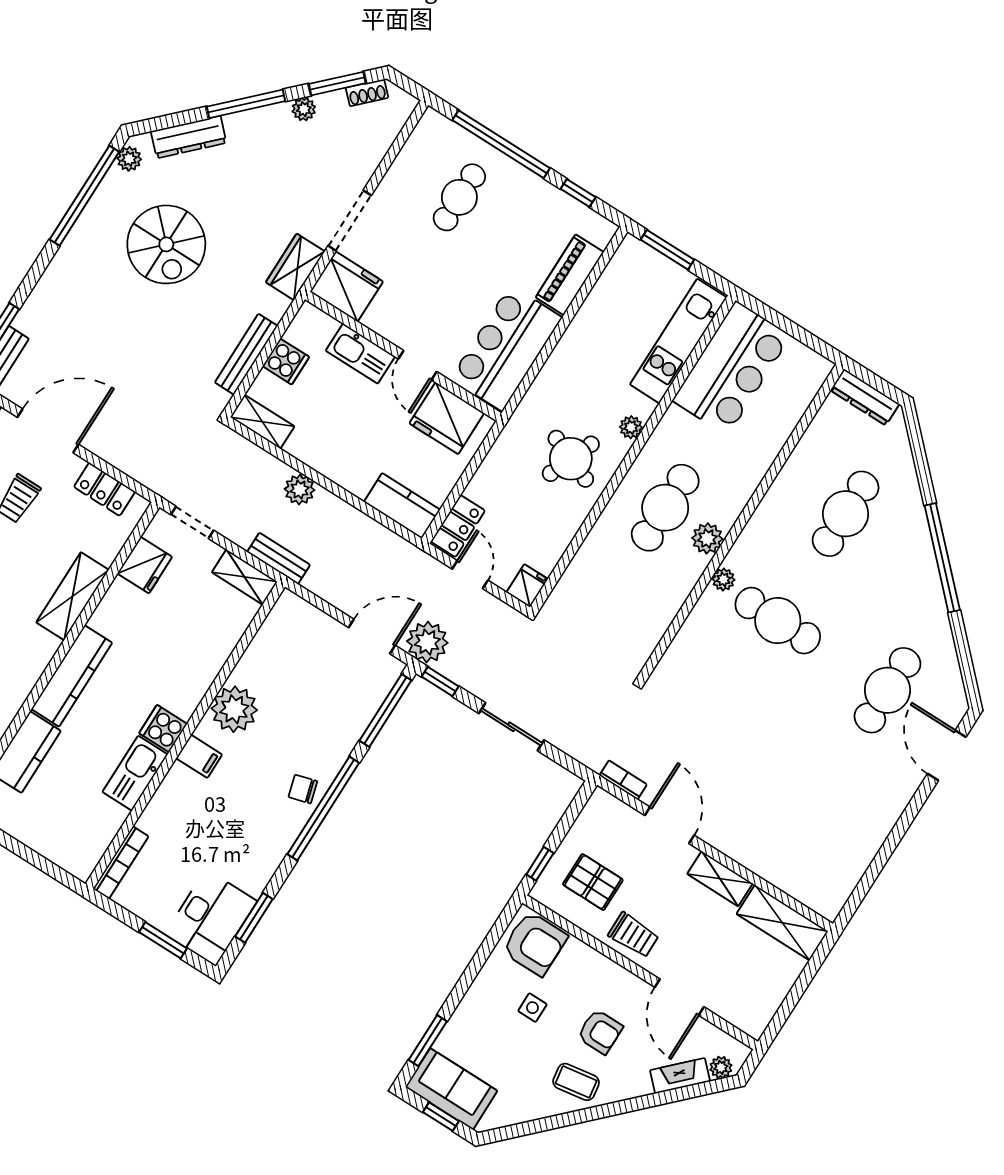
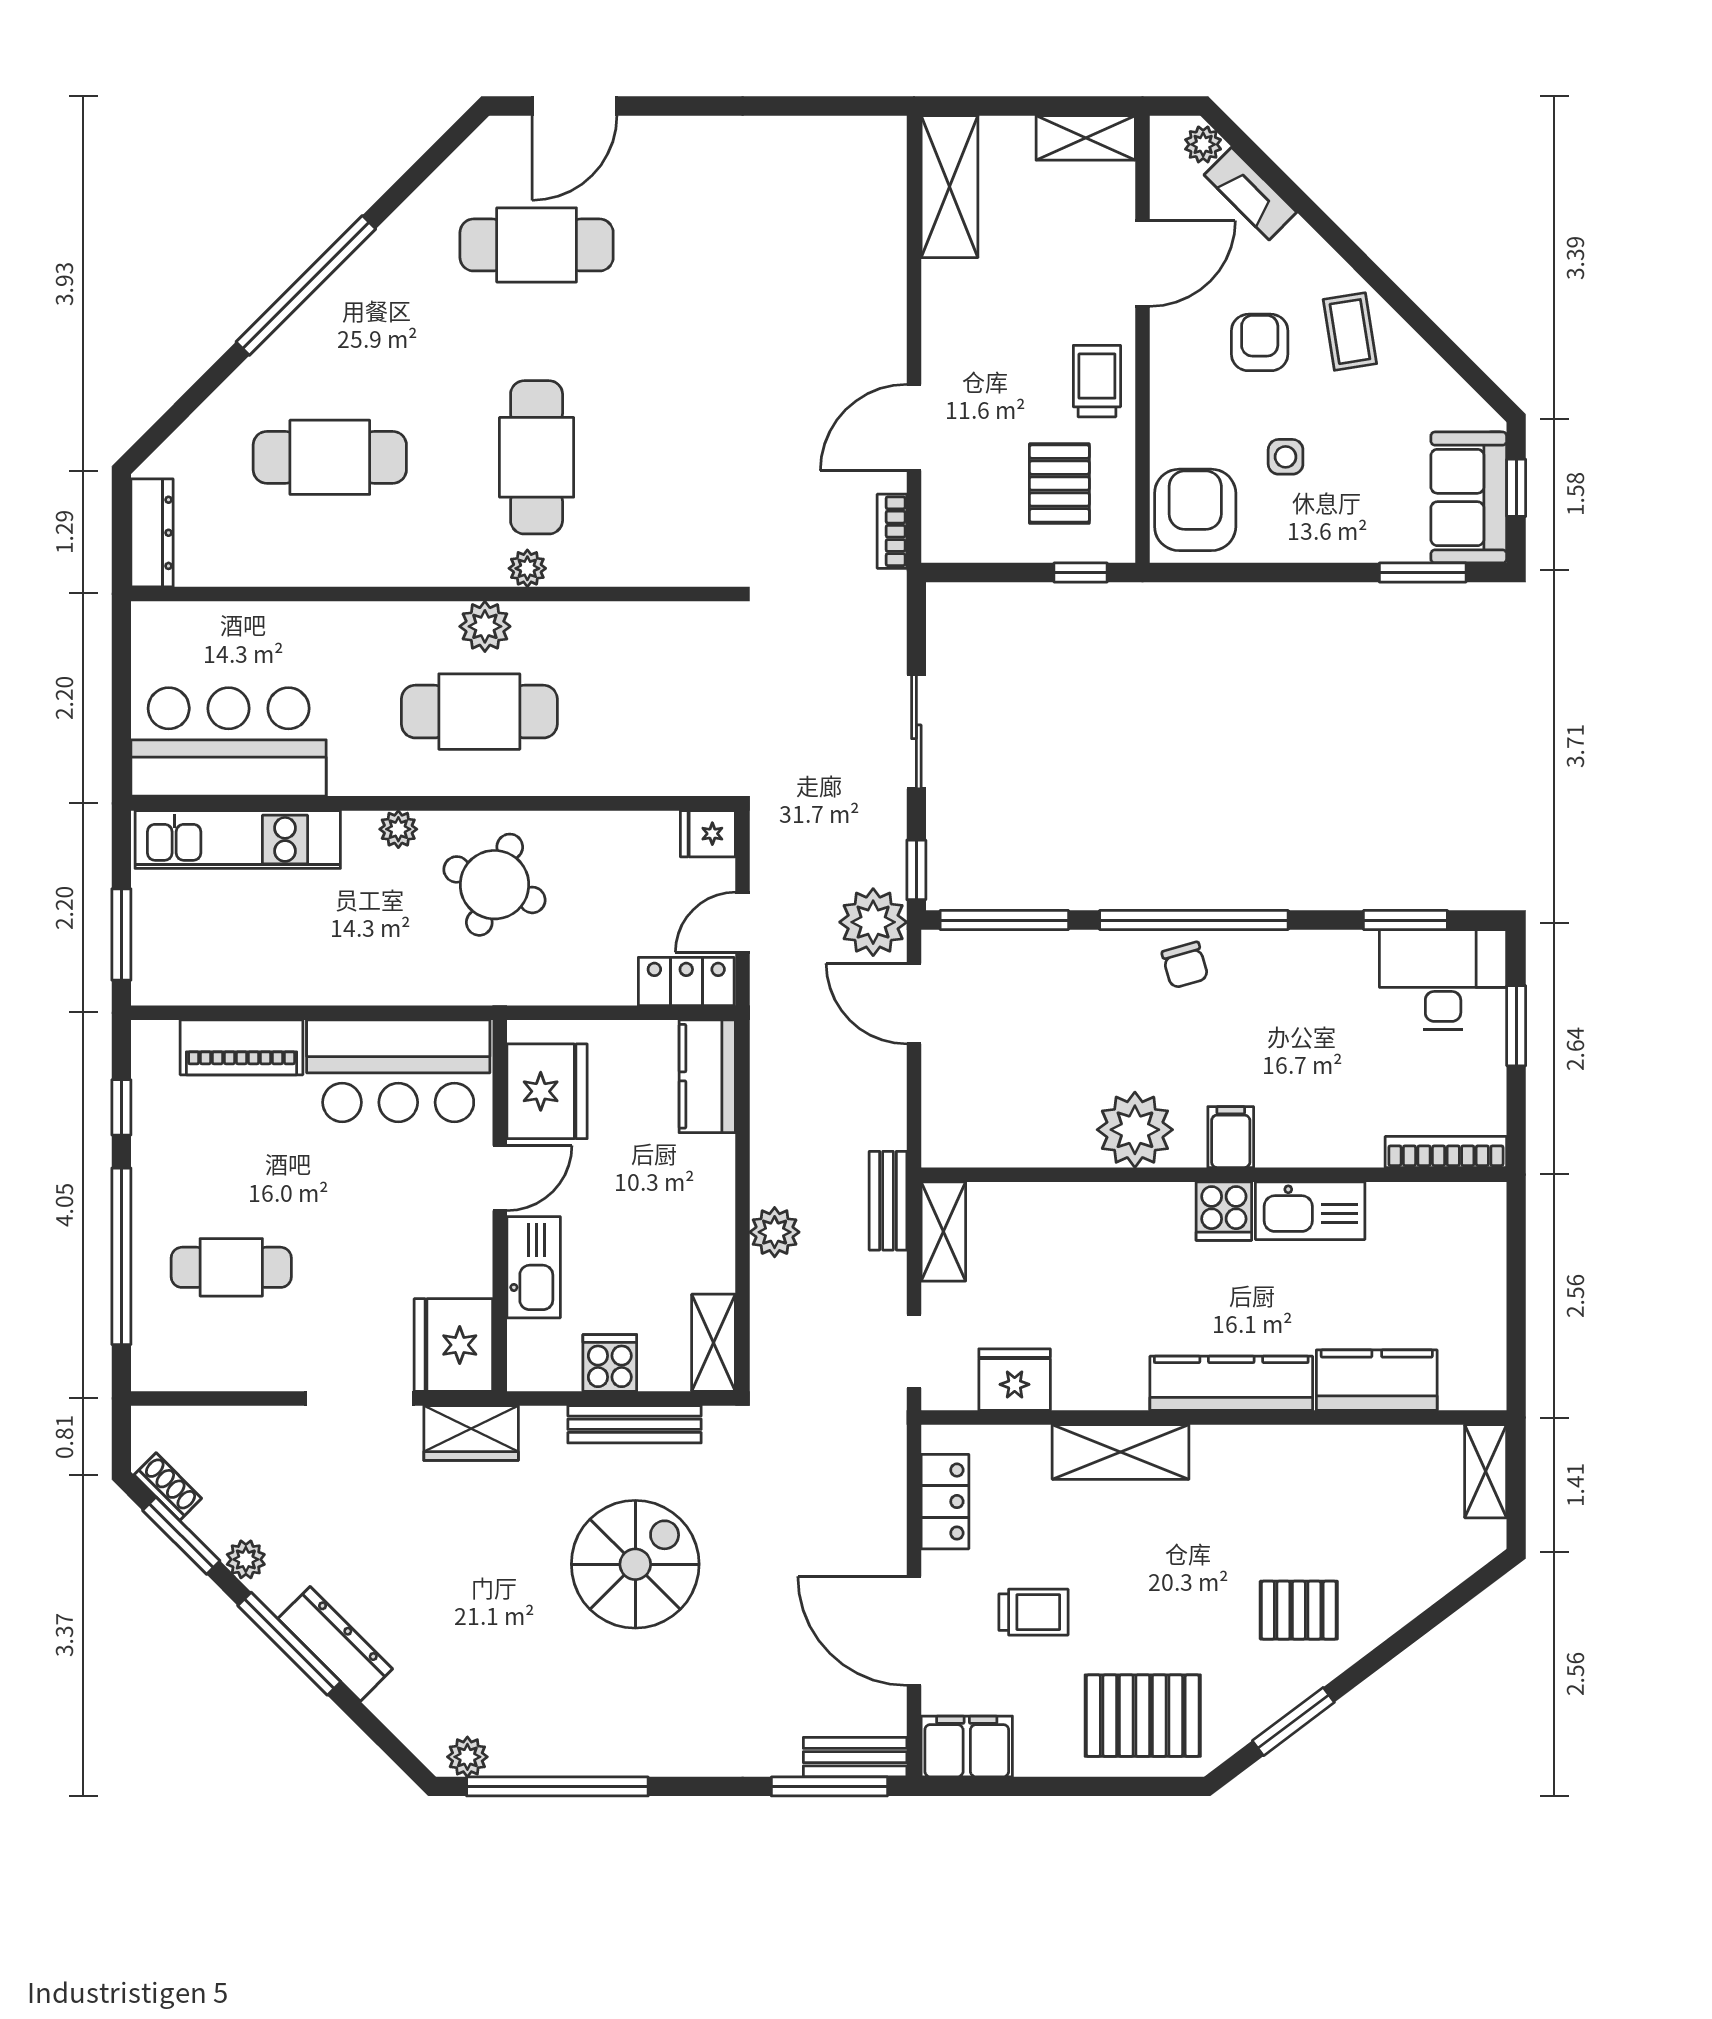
dresser: (189, 137) -> (335, 1644), moved
spiral stairs: (166, 244) -> (635, 1564), moved
shelving: (720, 879) -> (1086, 138), moved, turned 90

